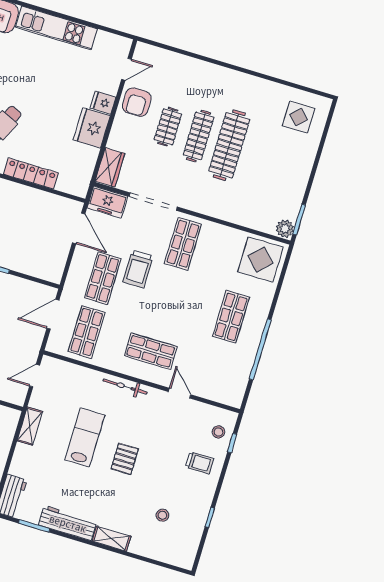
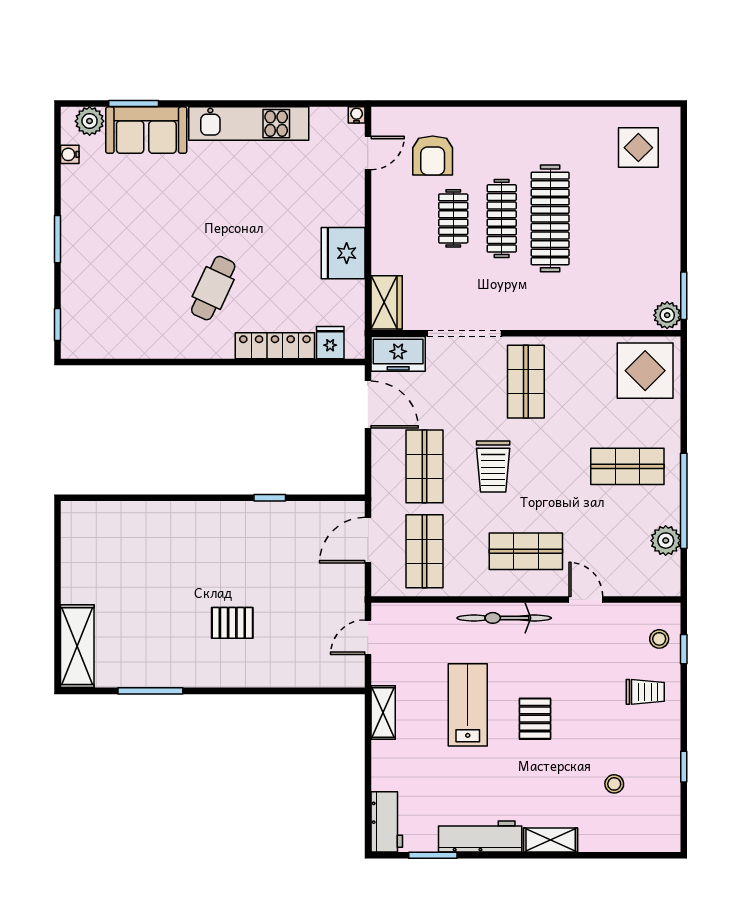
water cooler: (126, 43) -> (357, 115), added
armchair: (137, 102) -> (433, 155), moved
fridge: (103, 103) -> (330, 343), moved, turned 90
trolley: (138, 269) -> (493, 467), moved
shop shelf: (231, 317) -> (627, 466), turned 90
plant: (241, 371) -> (666, 541), added
bicycle: (125, 387) -> (504, 618), width x1.37, depth x1.40

